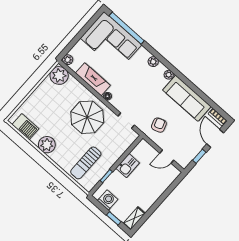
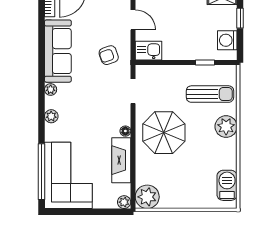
plant: (47, 145) -> (226, 127), moved
kitchen sink: (128, 166) -> (148, 51), moved

